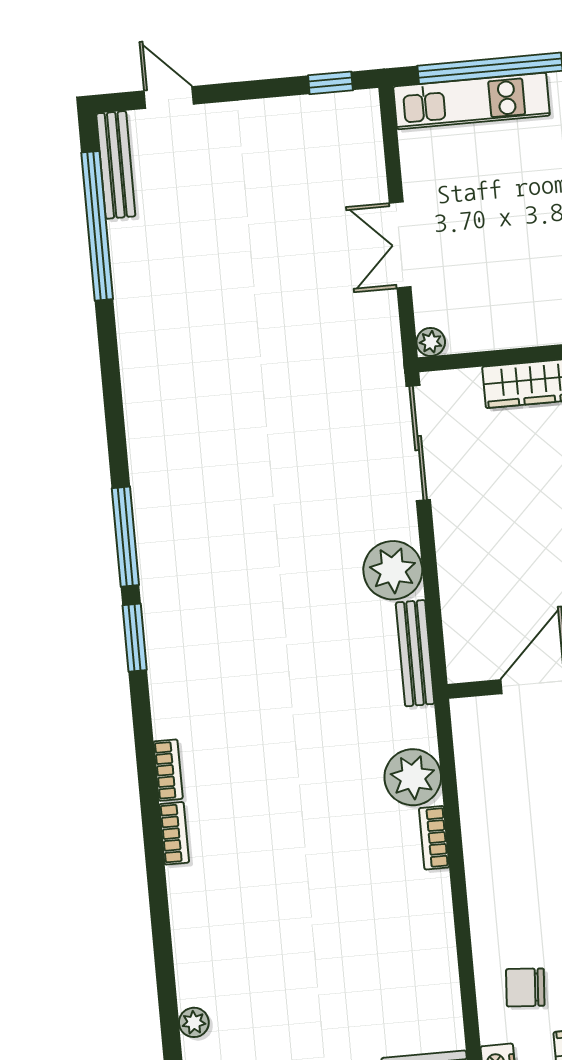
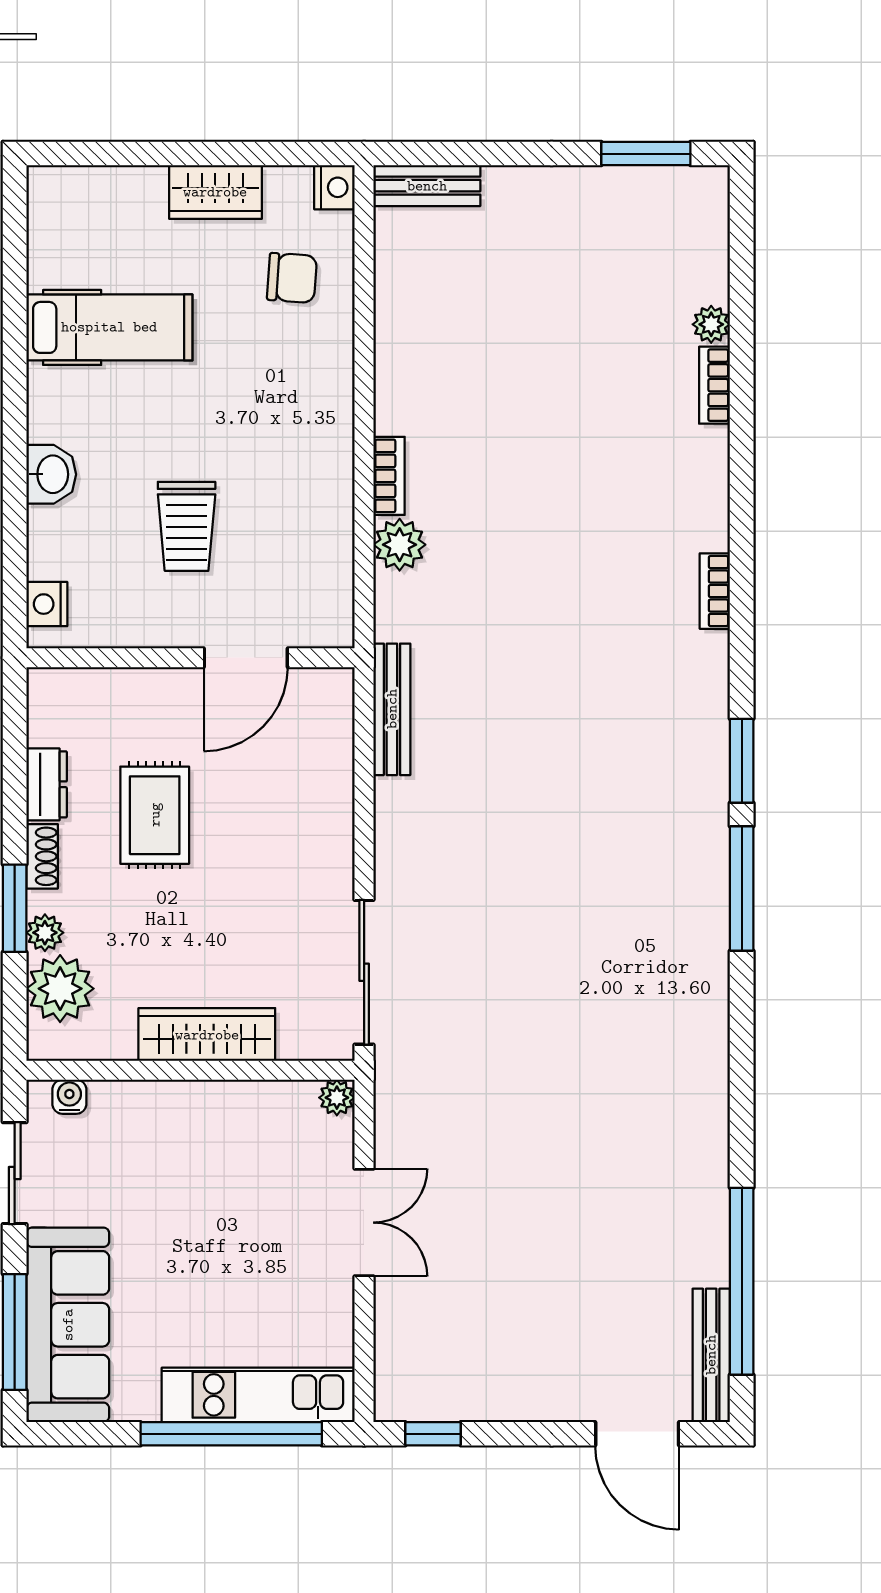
door: (169, 97) -> (637, 1434), width x1.38
plant: (393, 570) -> (410, 816), removed
plant: (413, 777) -> (400, 545), width x0.73, depth x0.73
bookcase: (174, 833) -> (714, 385), moved
plant: (194, 1022) -> (711, 324), moved

